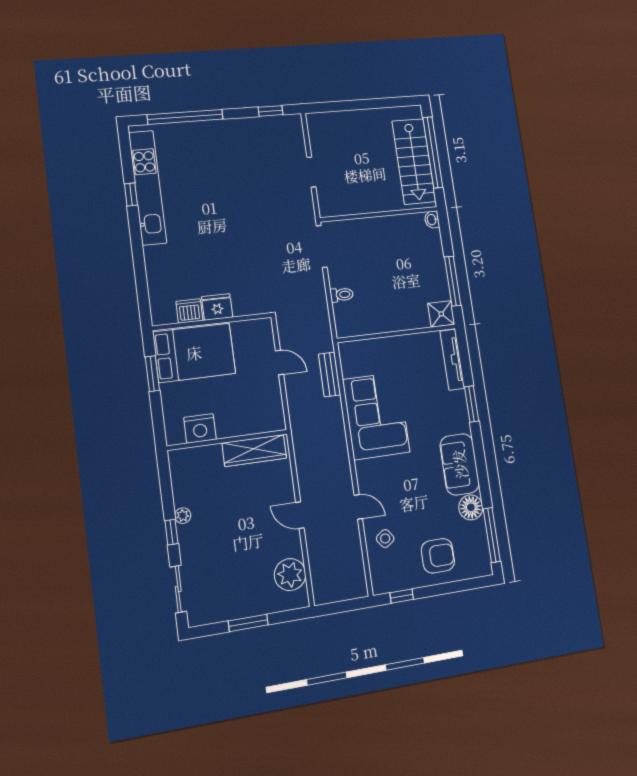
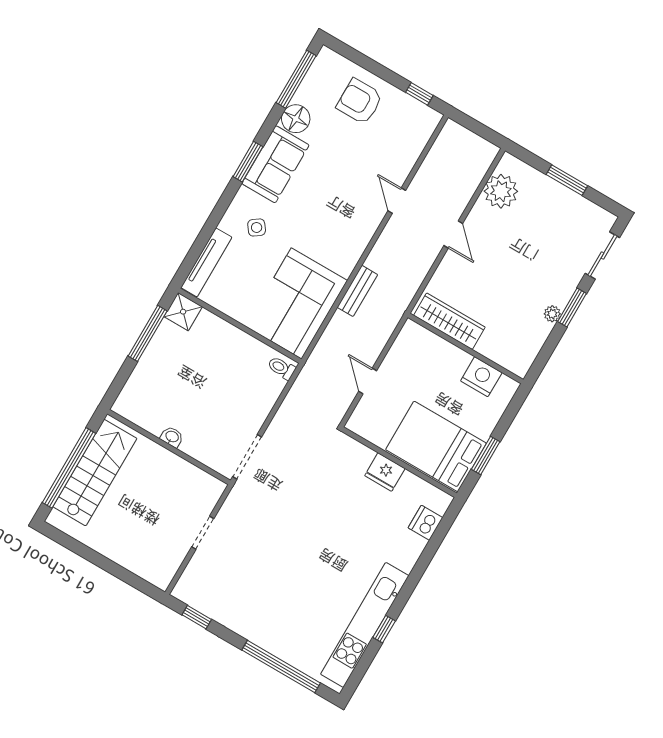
washbasin: (432, 220) -> (172, 437), moved, turned -90
toilet: (342, 295) -> (282, 368), moved
dishwasher: (189, 311) -> (425, 523), moved, turned 90
bench: (330, 374) -> (357, 291), moved
window: (472, 404) -> (248, 162), moved
corner sofa: (376, 416) -> (296, 303), moved
window: (171, 532) -> (572, 308), width x1.50
side table: (385, 538) -> (257, 227), moved

